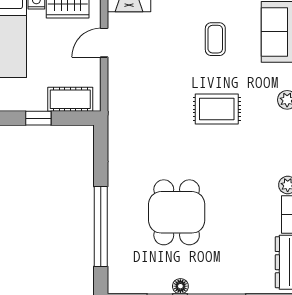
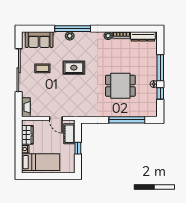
door: (104, 43) -> (56, 118), moved
rug: (217, 109) -> (74, 68), turned 90

